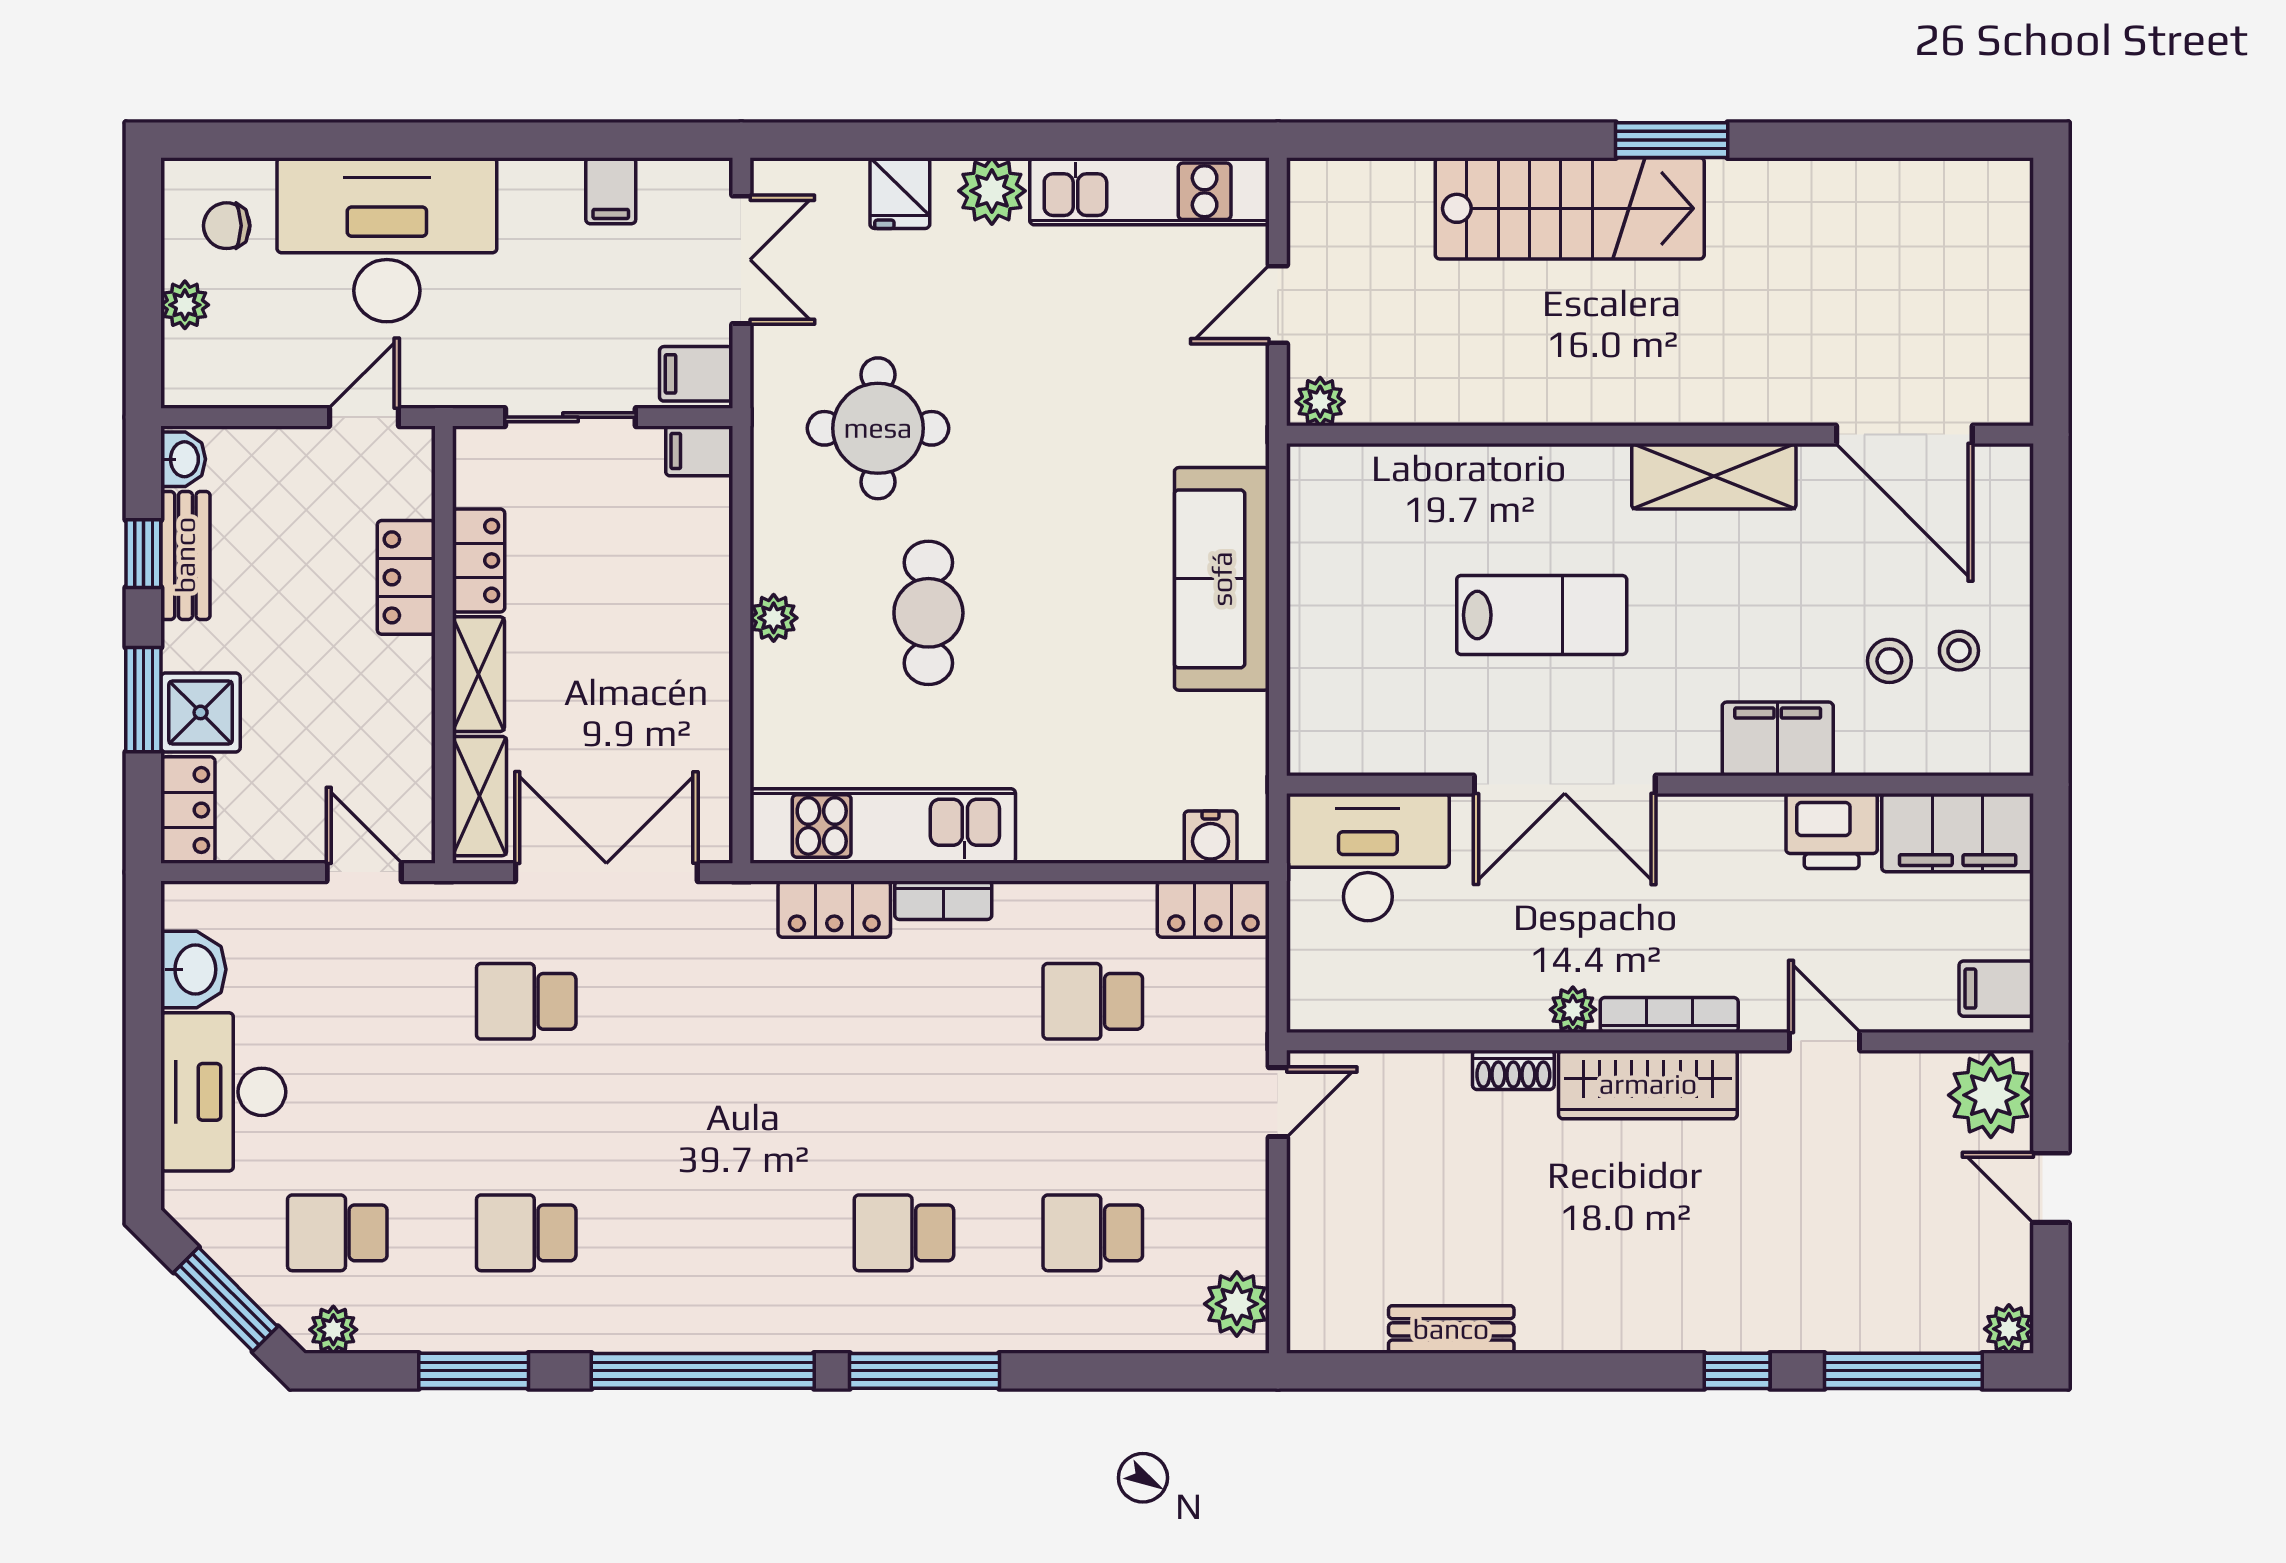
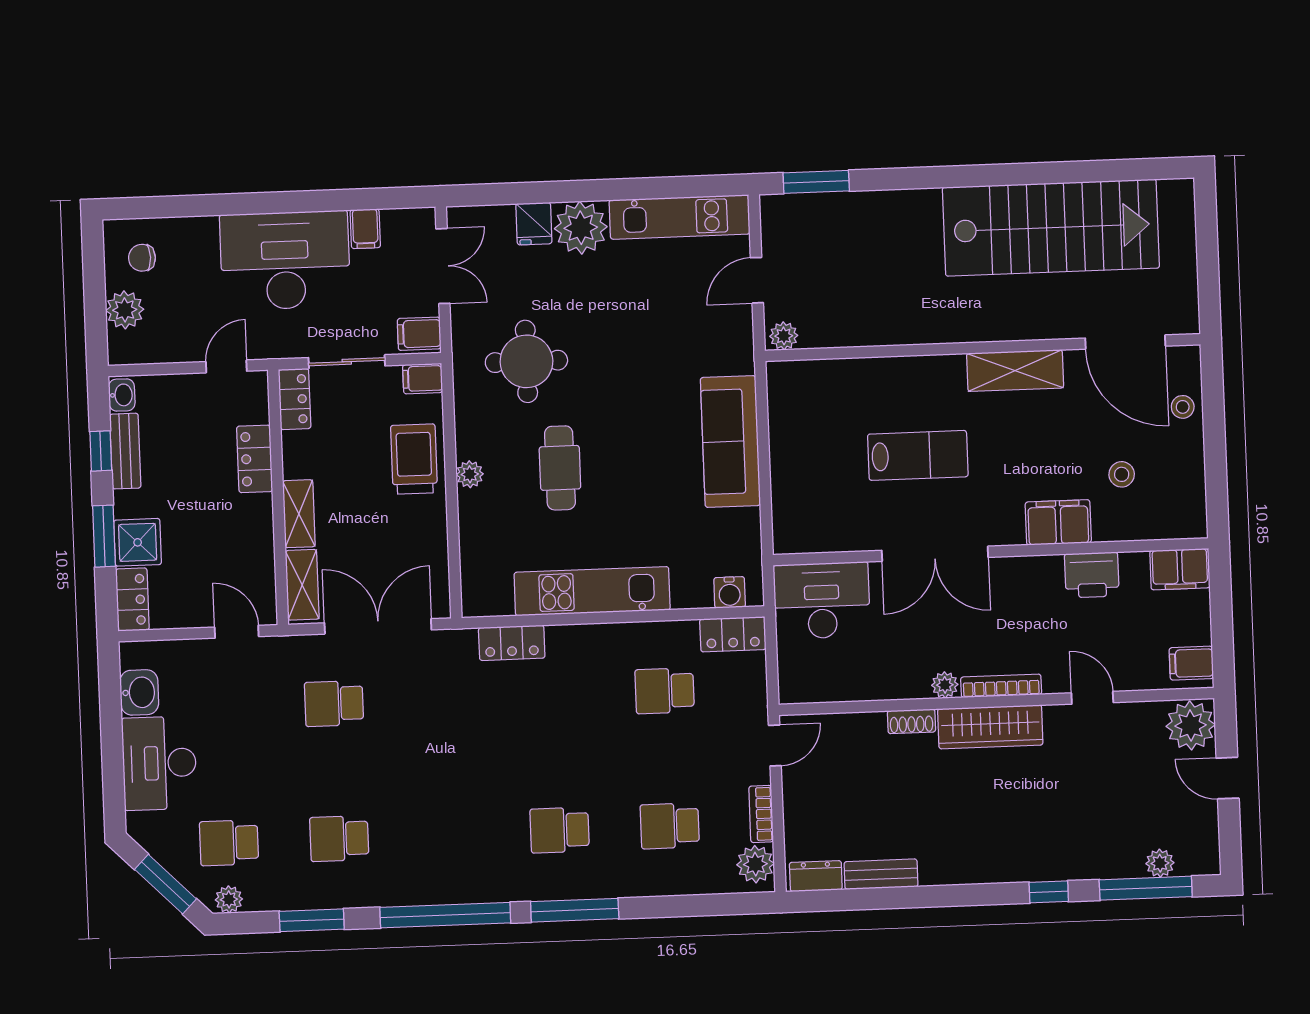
window: (1672, 140) -> (816, 182), moved
plant: (992, 191) -> (581, 228), width x1.36, depth x1.36
stairs: (1570, 208) -> (1051, 228), moved, width x1.36, depth x1.51
desk: (387, 240) -> (285, 260), moved
plant: (185, 305) -> (125, 310), width x1.38, depth x1.38
locker: (479, 560) -> (295, 399), moved
trolley: (679, 588) -> (414, 459), added
stool: (1959, 651) -> (1183, 407), moved
kitchen unit: (883, 826) -> (592, 591), moved
filing cabinet: (1958, 833) -> (1180, 569), width x0.67, depth x0.86
bookcase: (943, 900) -> (761, 814), moved, turned 90
dresser: (1339, 1328) -> (816, 876), added
plant: (2009, 1329) -> (1160, 863), moved

